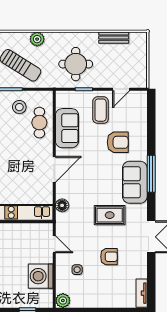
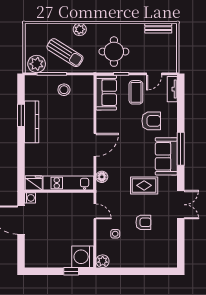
bench: (114, 38) -> (158, 28), moved
cafe table: (39, 123) -> (82, 103), removed
sofa: (67, 128) -> (106, 93), moved
washing machine: (41, 276) -> (83, 257), moved
tv unit: (142, 293) -> (172, 89), moved

